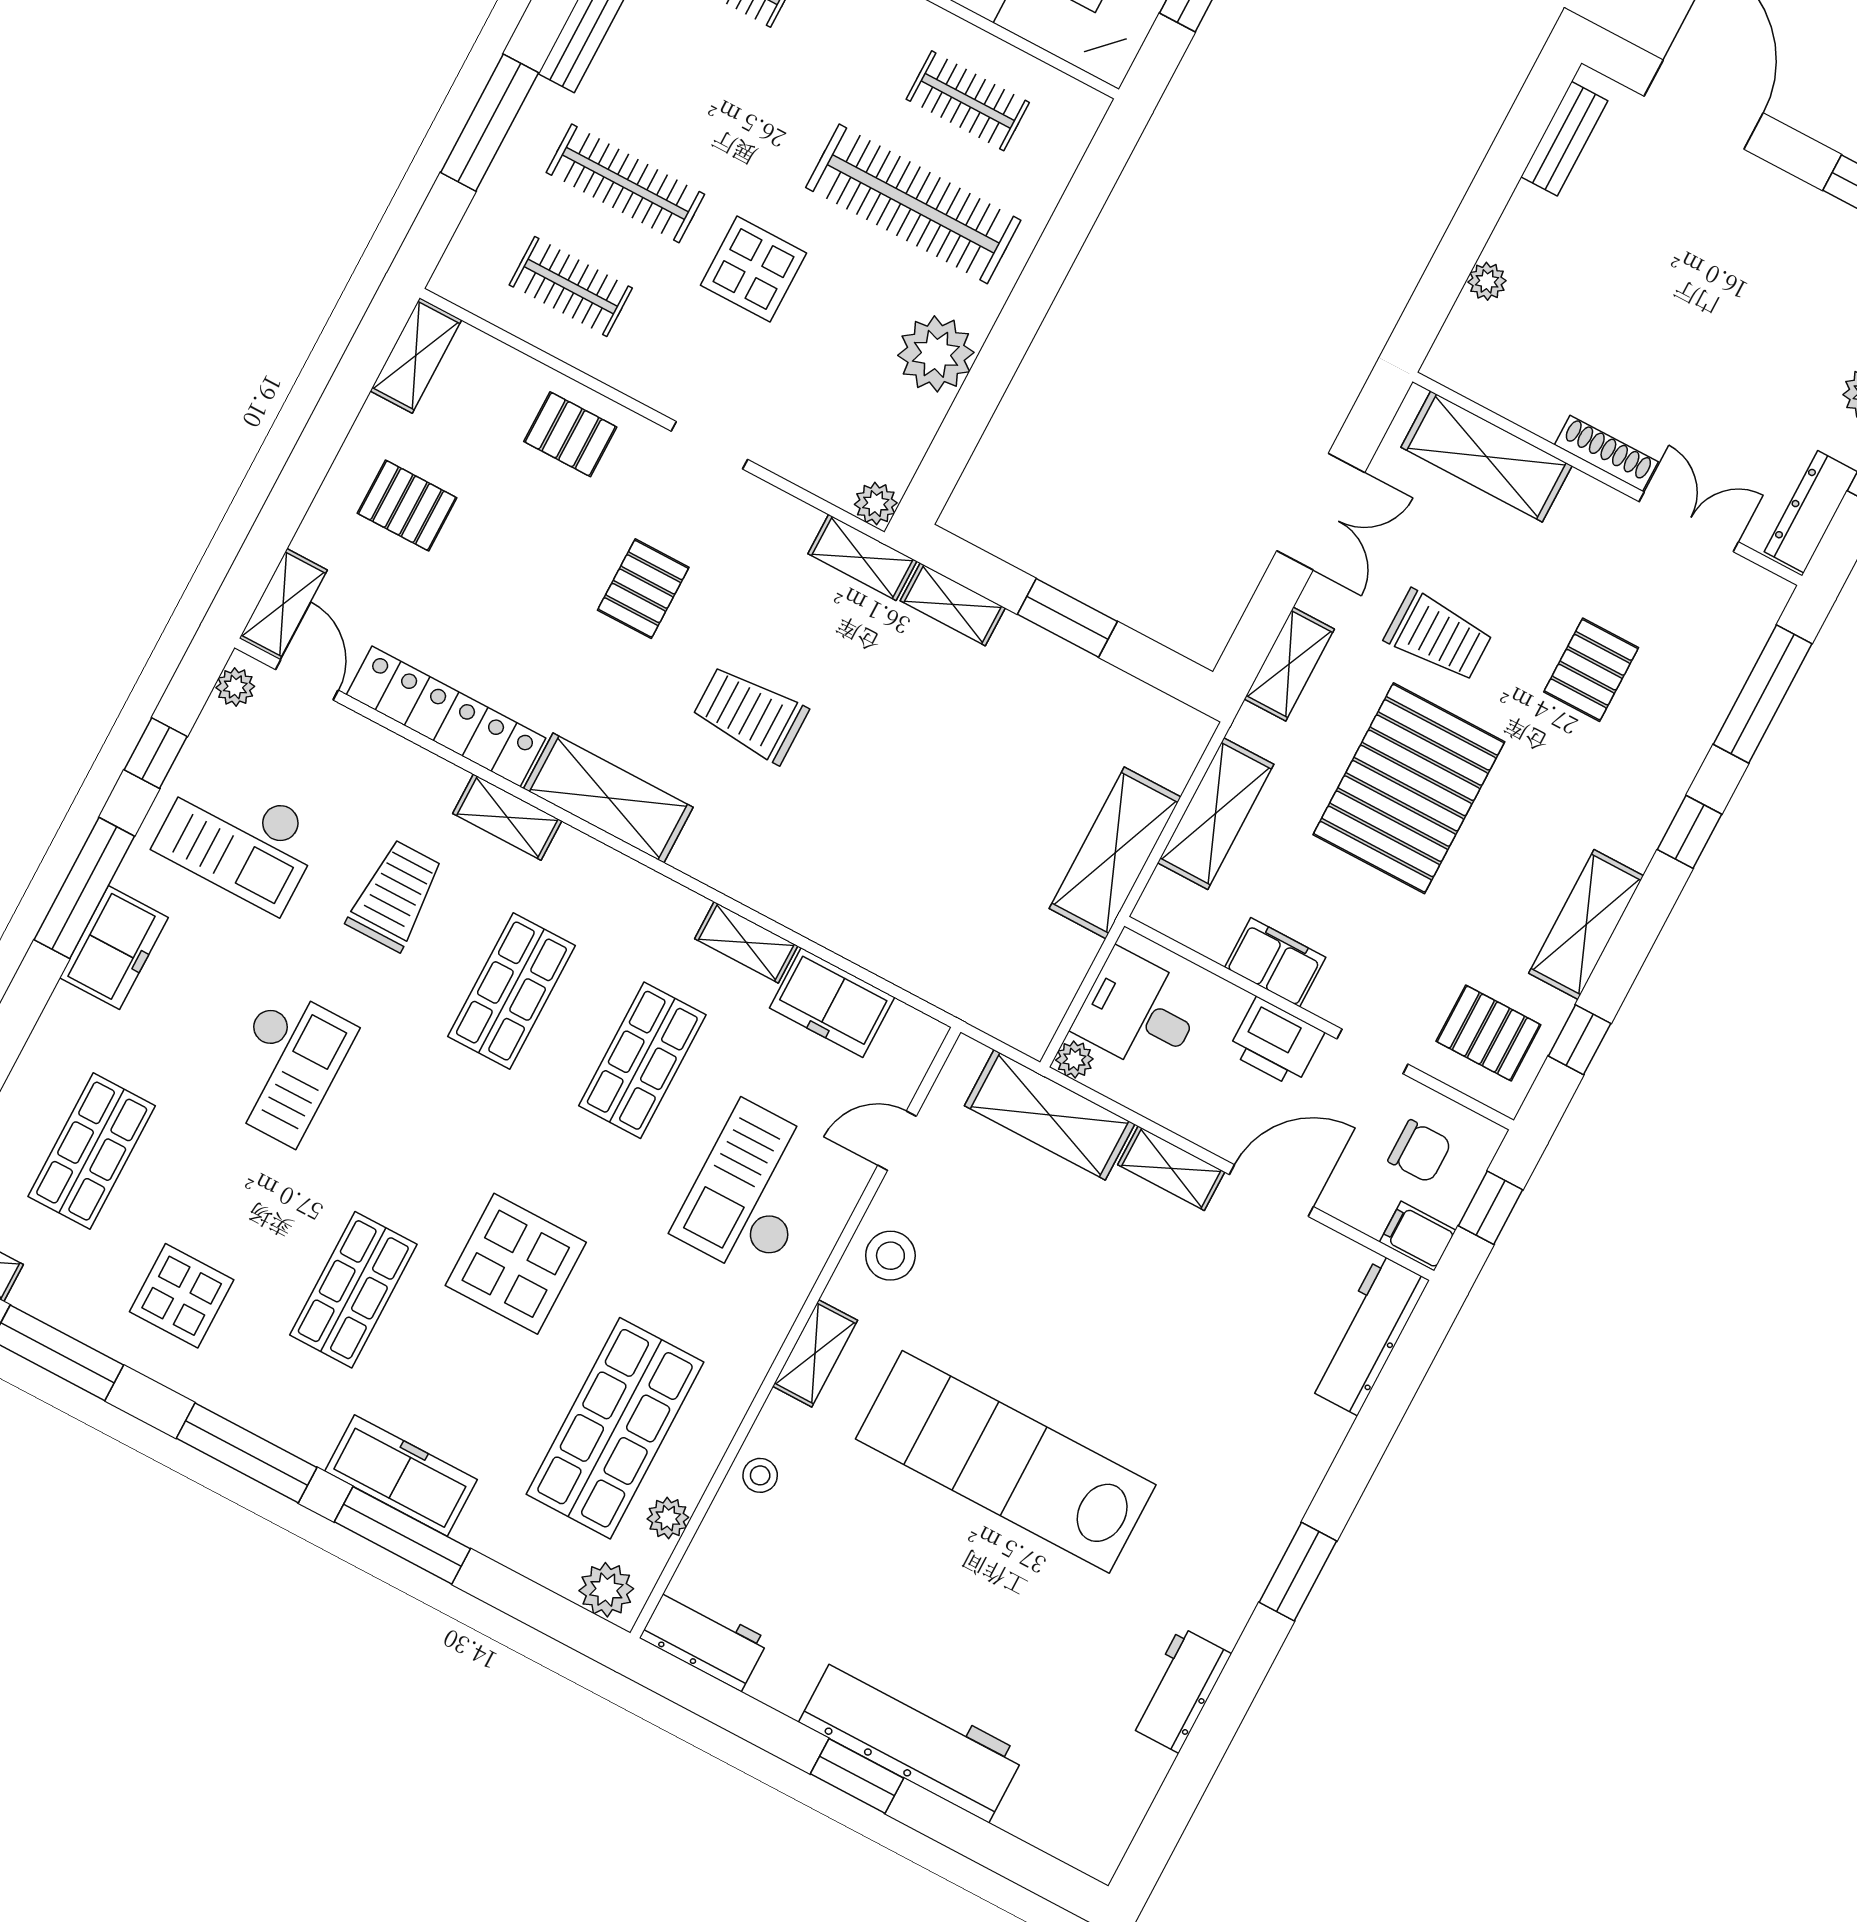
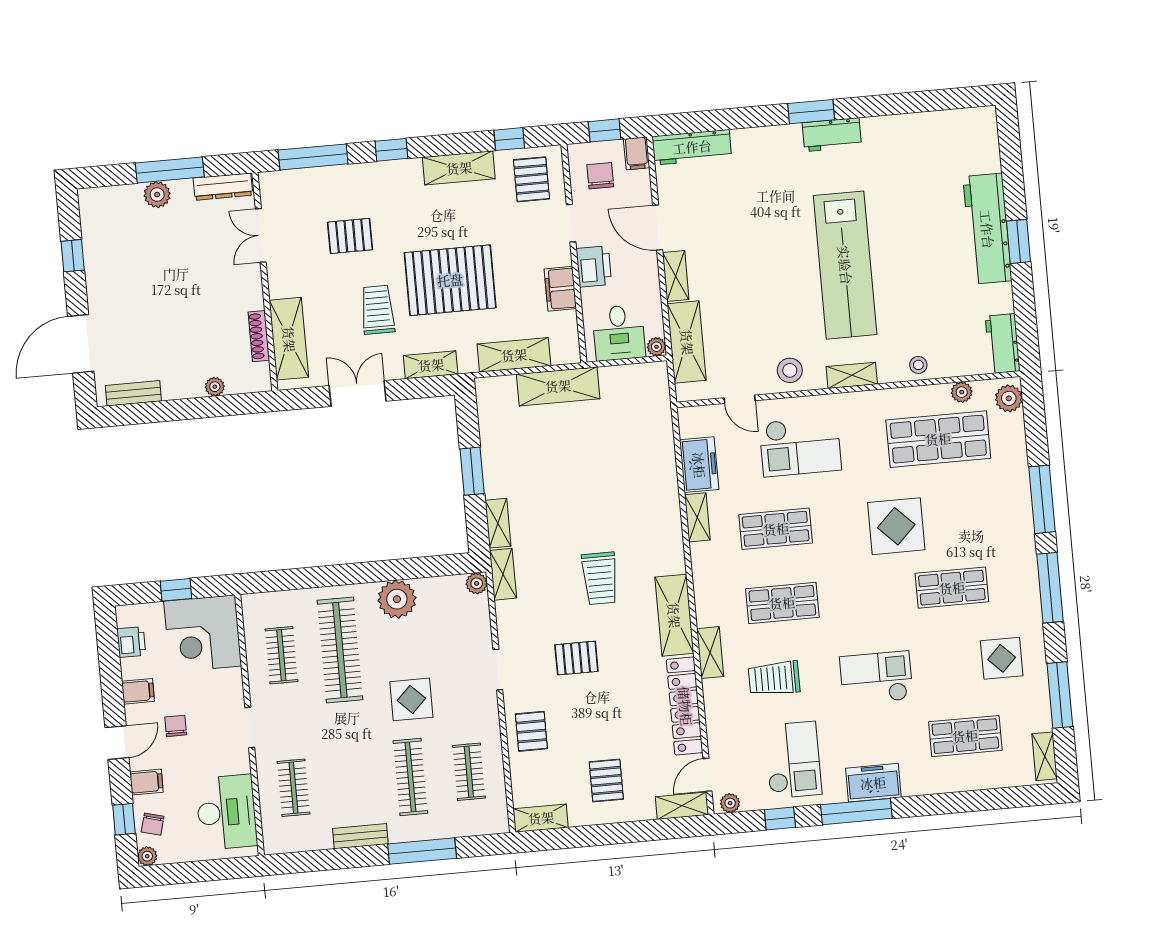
shoe rack: (1606, 453) -> (259, 336), moved
freezer: (401, 1475) -> (1017, 516), removed
workbench: (1180, 1690) -> (832, 135), moved

